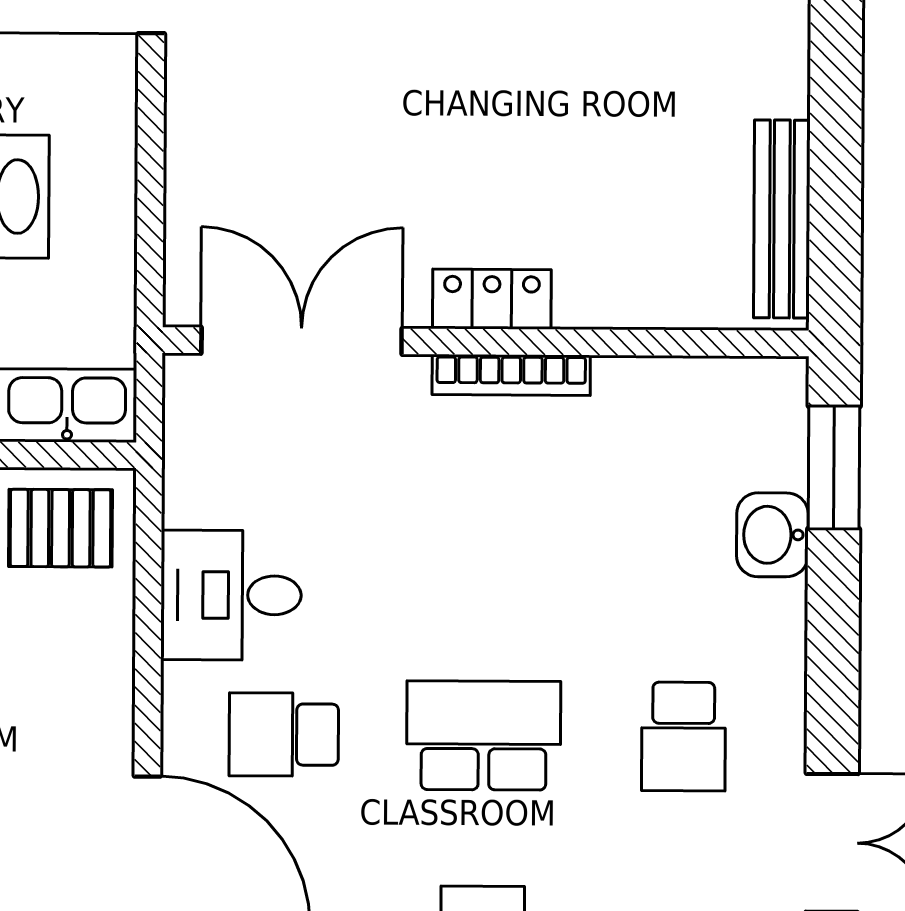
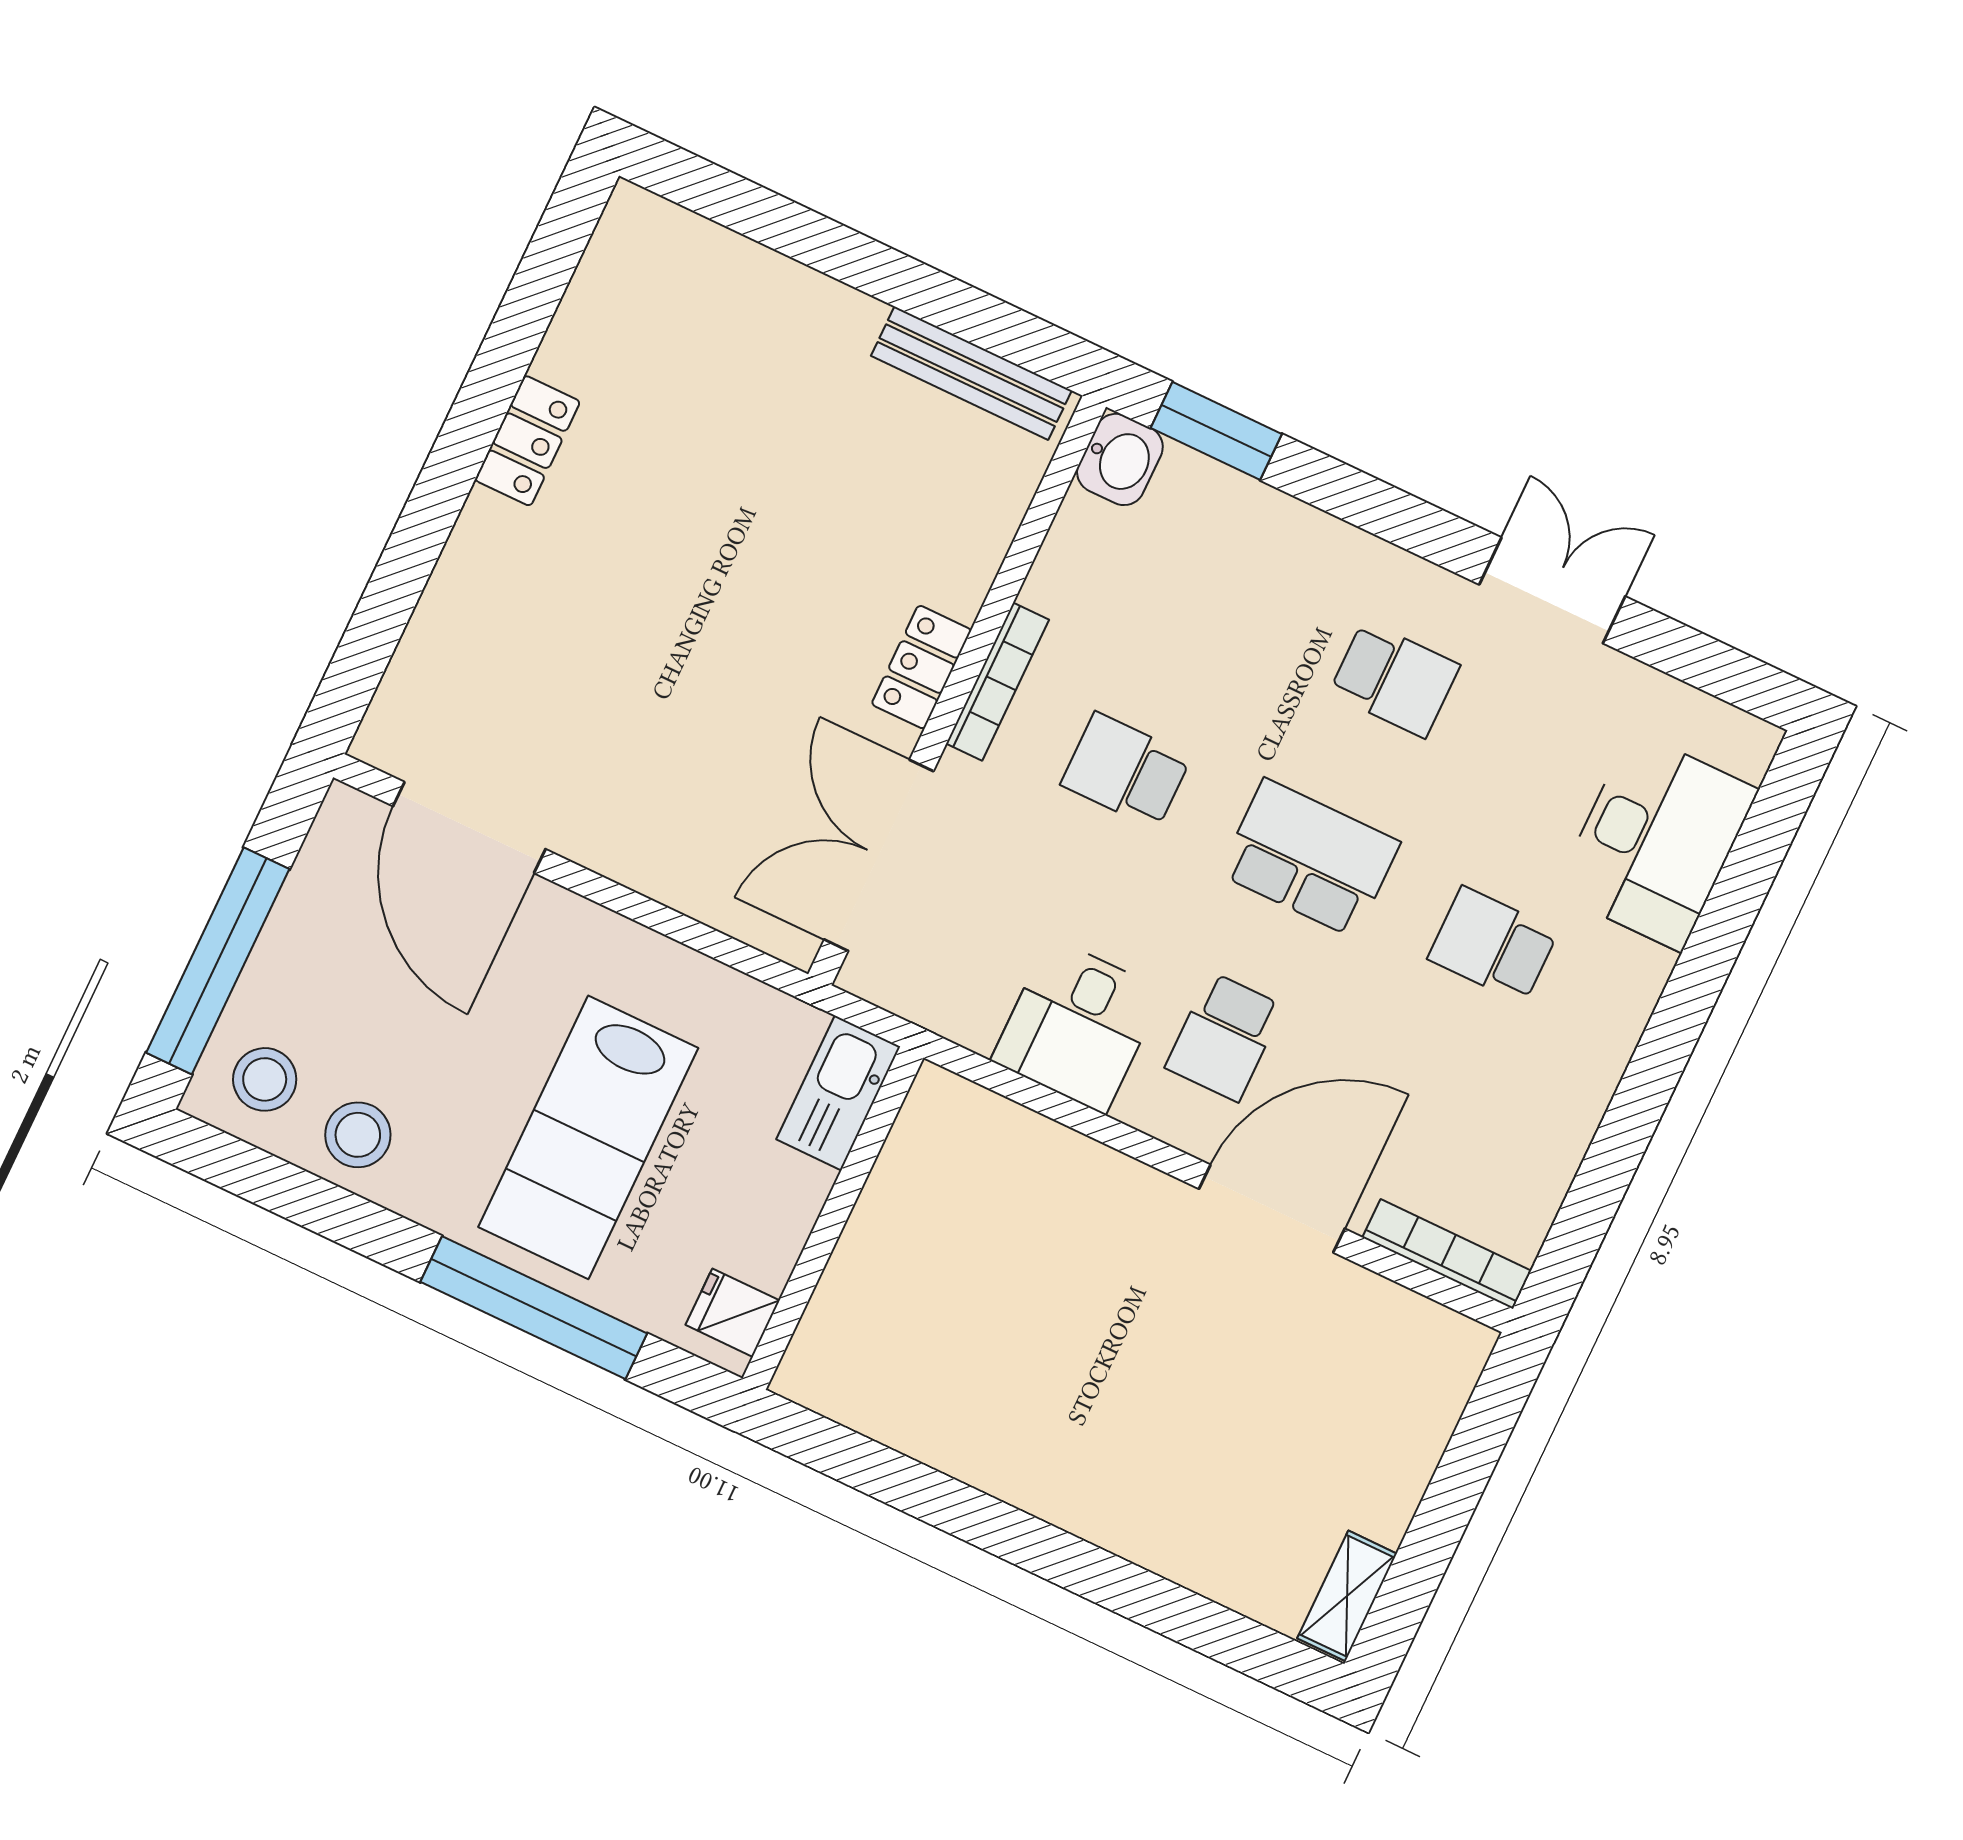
pallet: (61, 528) -> (946, 1150), removed
school desk: (485, 531) -> (1126, 771), added
washbasin: (772, 535) -> (1120, 459), moved, turned -90
school desk: (484, 735) -> (1309, 858), turned 90

